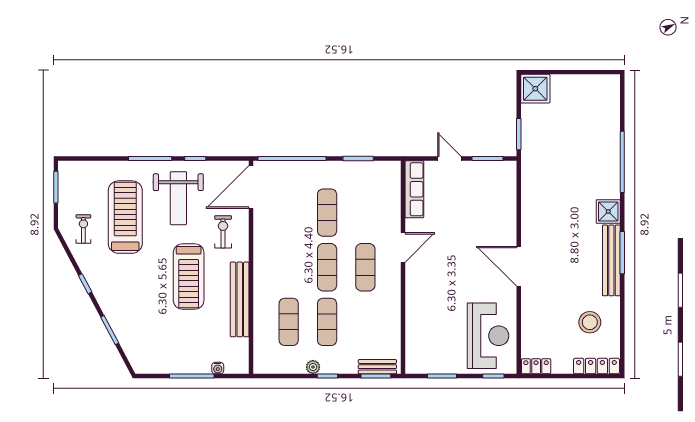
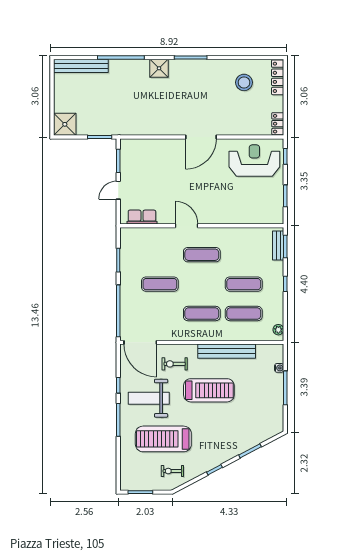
row of seats: (414, 189) -> (142, 217), width x0.68
weight bench: (178, 198) -> (149, 398), turned 180
bench: (611, 260) -> (81, 66), moved
exercise mat: (327, 267) -> (202, 314), moved
plant: (313, 367) -> (278, 330), moved

